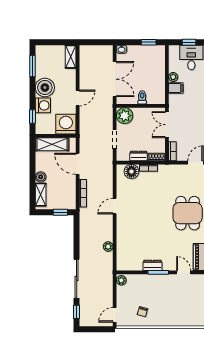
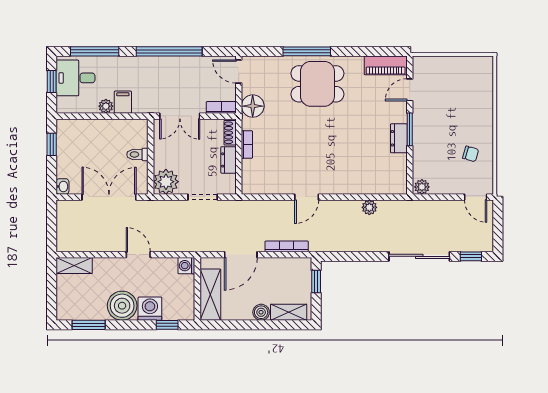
washing machine: (66, 124) -> (186, 266), width x0.53, depth x0.53
floor lamp: (131, 172) -> (253, 106), moved
door: (115, 206) -> (307, 197), hinge flipped

